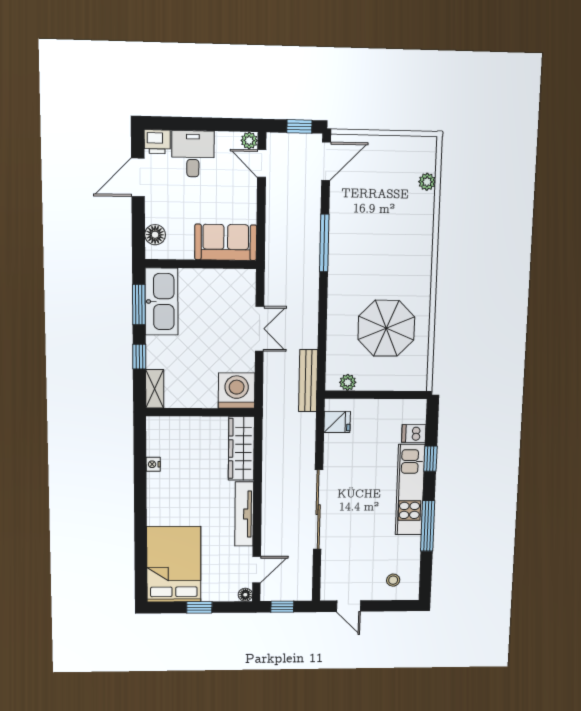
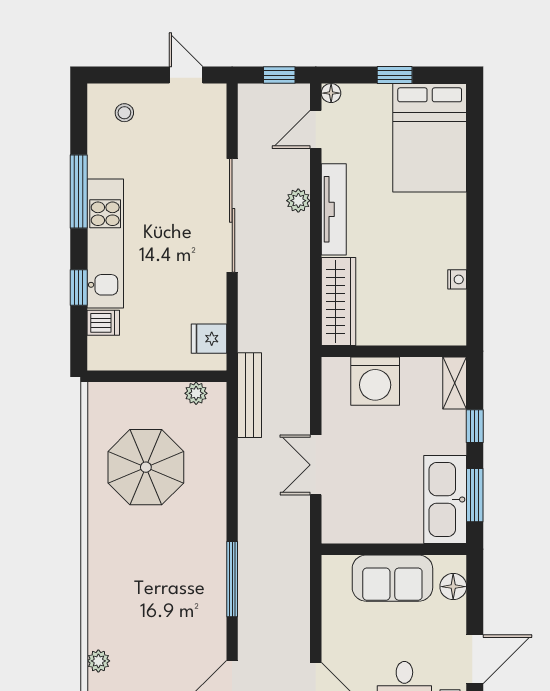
sofa: (226, 242) -> (392, 578), moved
washing machine: (237, 391) -> (375, 381), moved
plant: (270, 520) -> (298, 201), added

